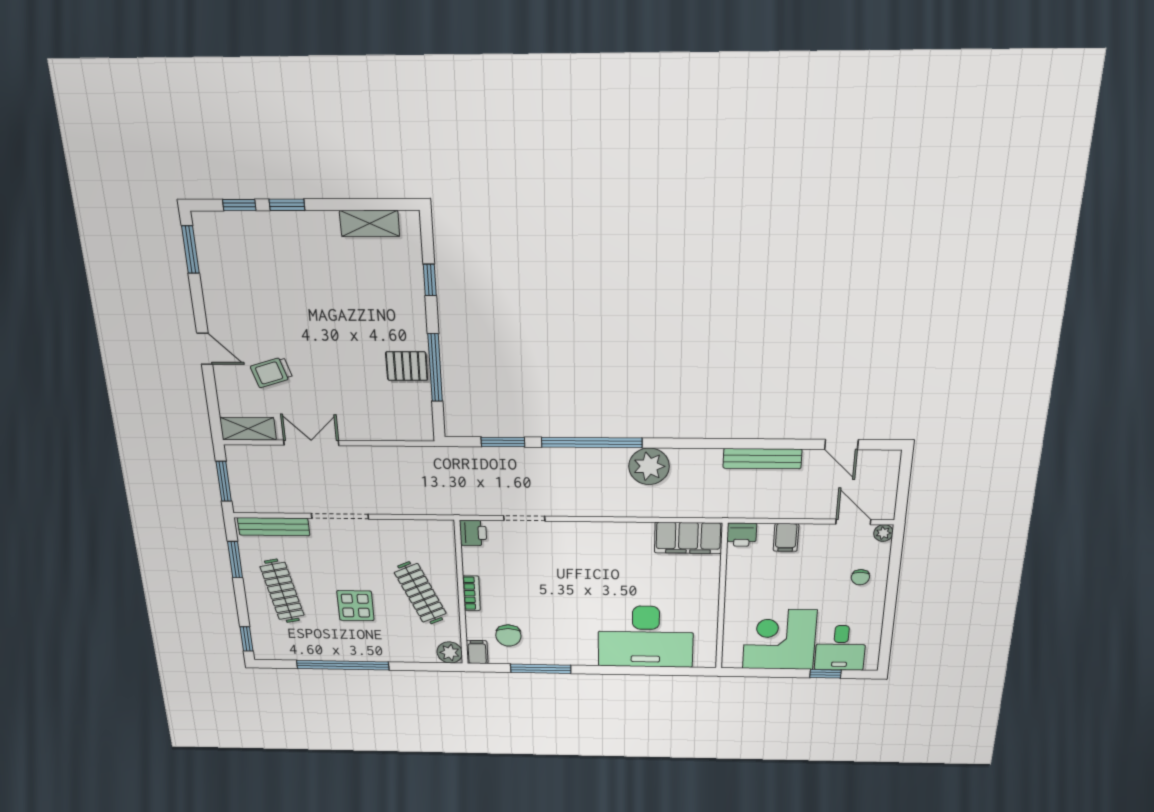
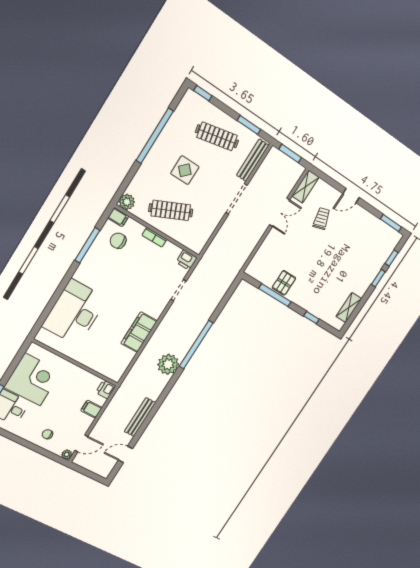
window: (503, 442) -> (222, 304), removed
filing cabinet: (688, 538) -> (139, 332), moved

